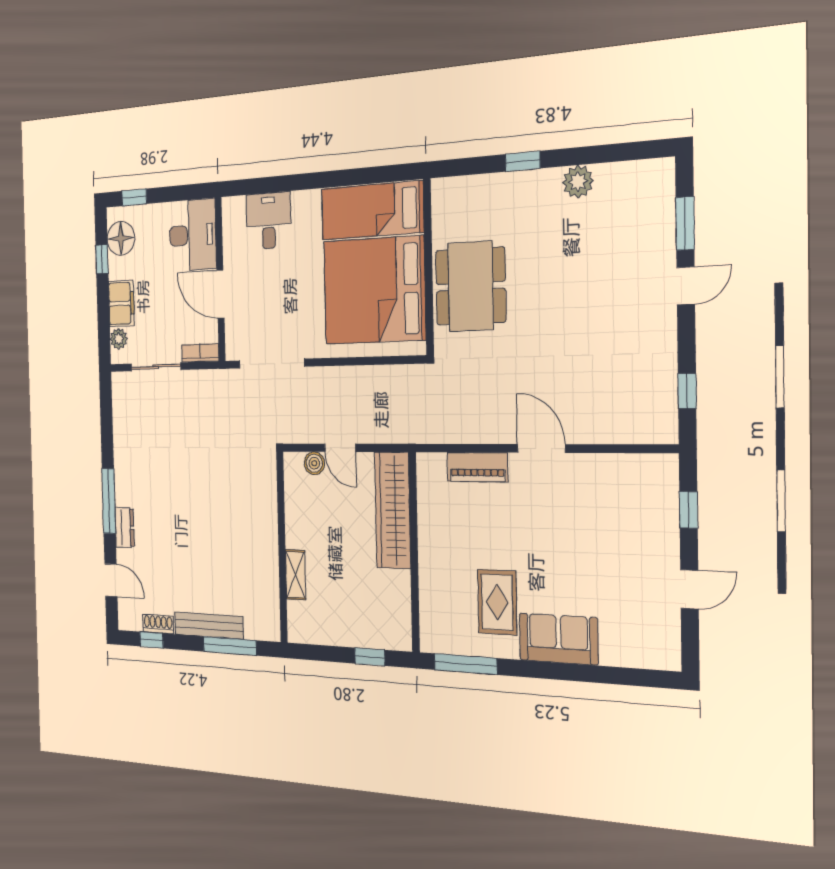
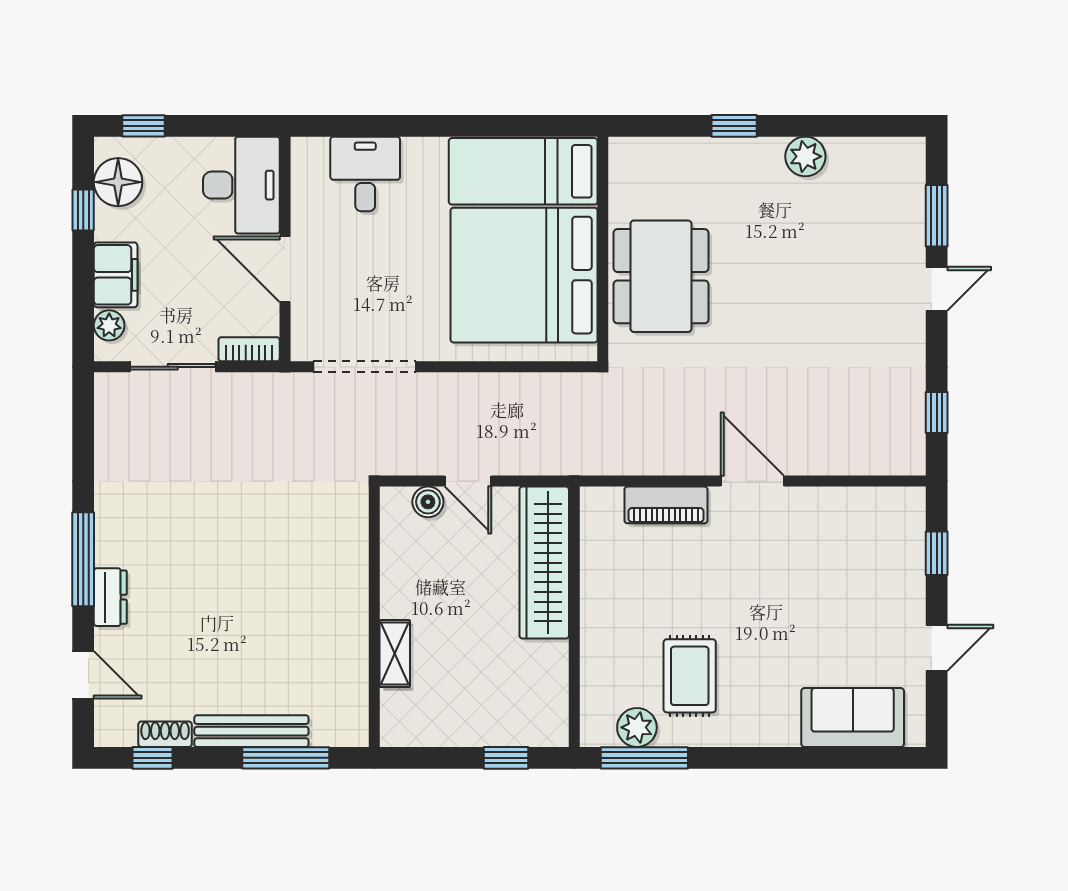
sofa: (558, 639) -> (853, 718), moved
plant: (460, 640) -> (637, 727), added

